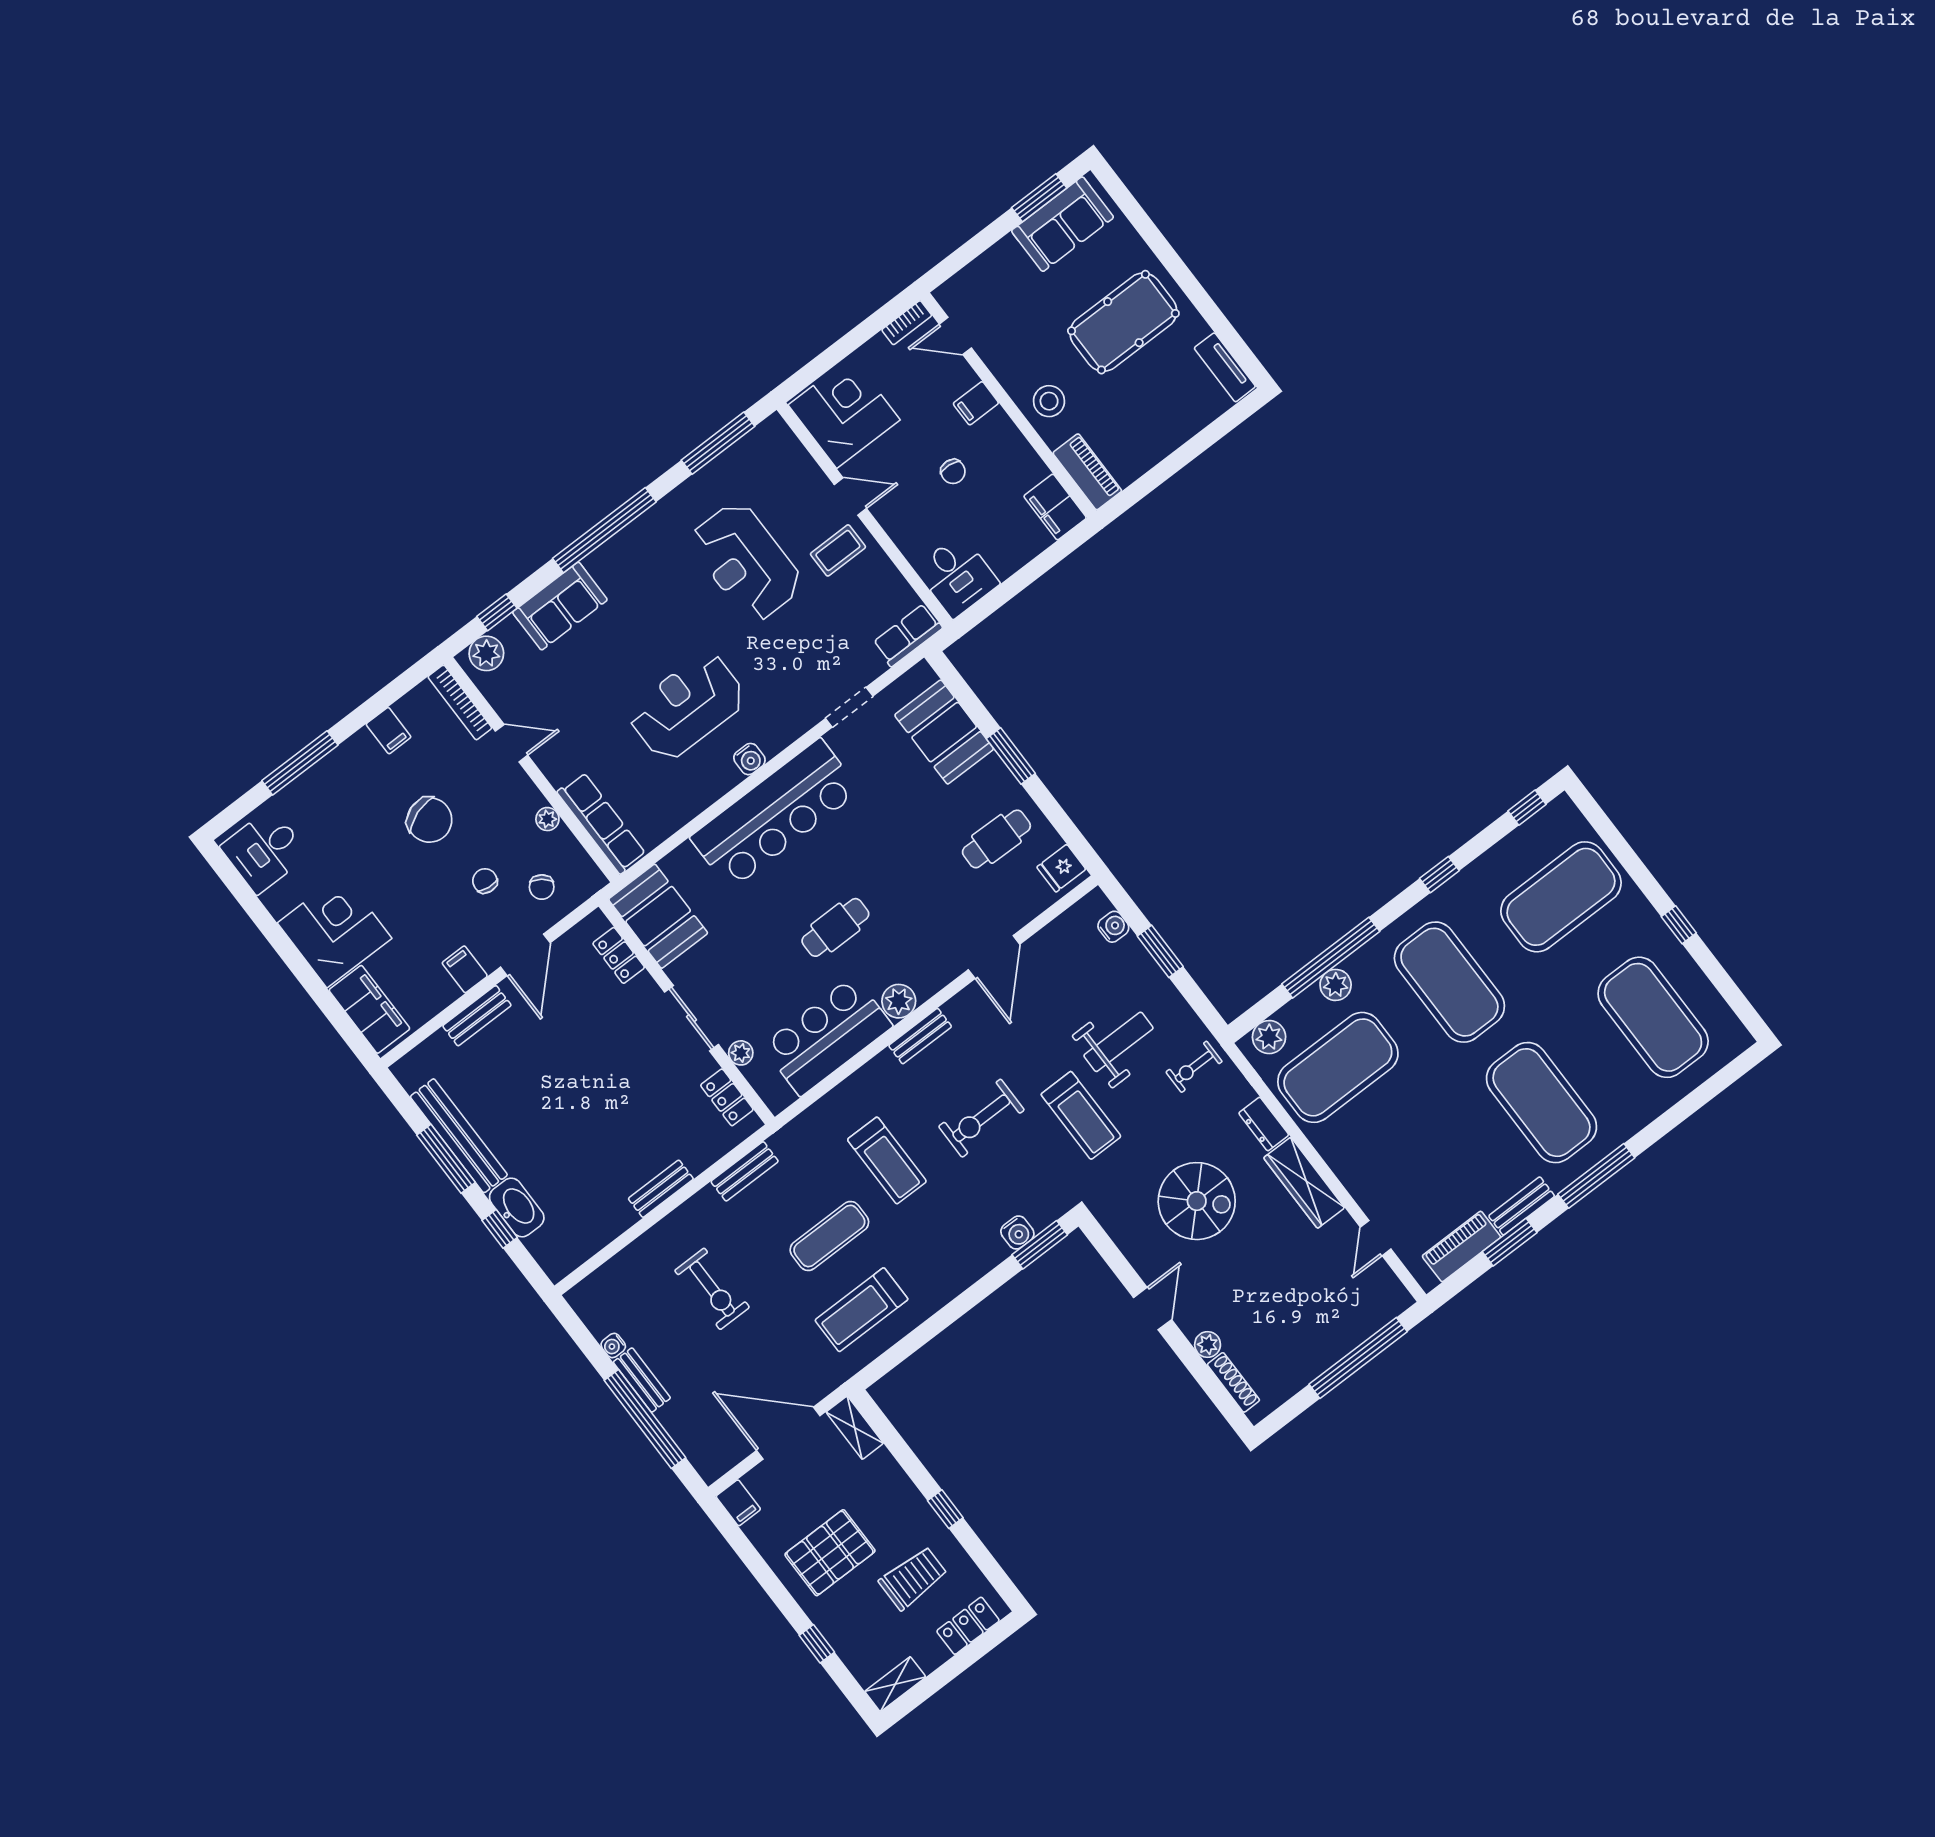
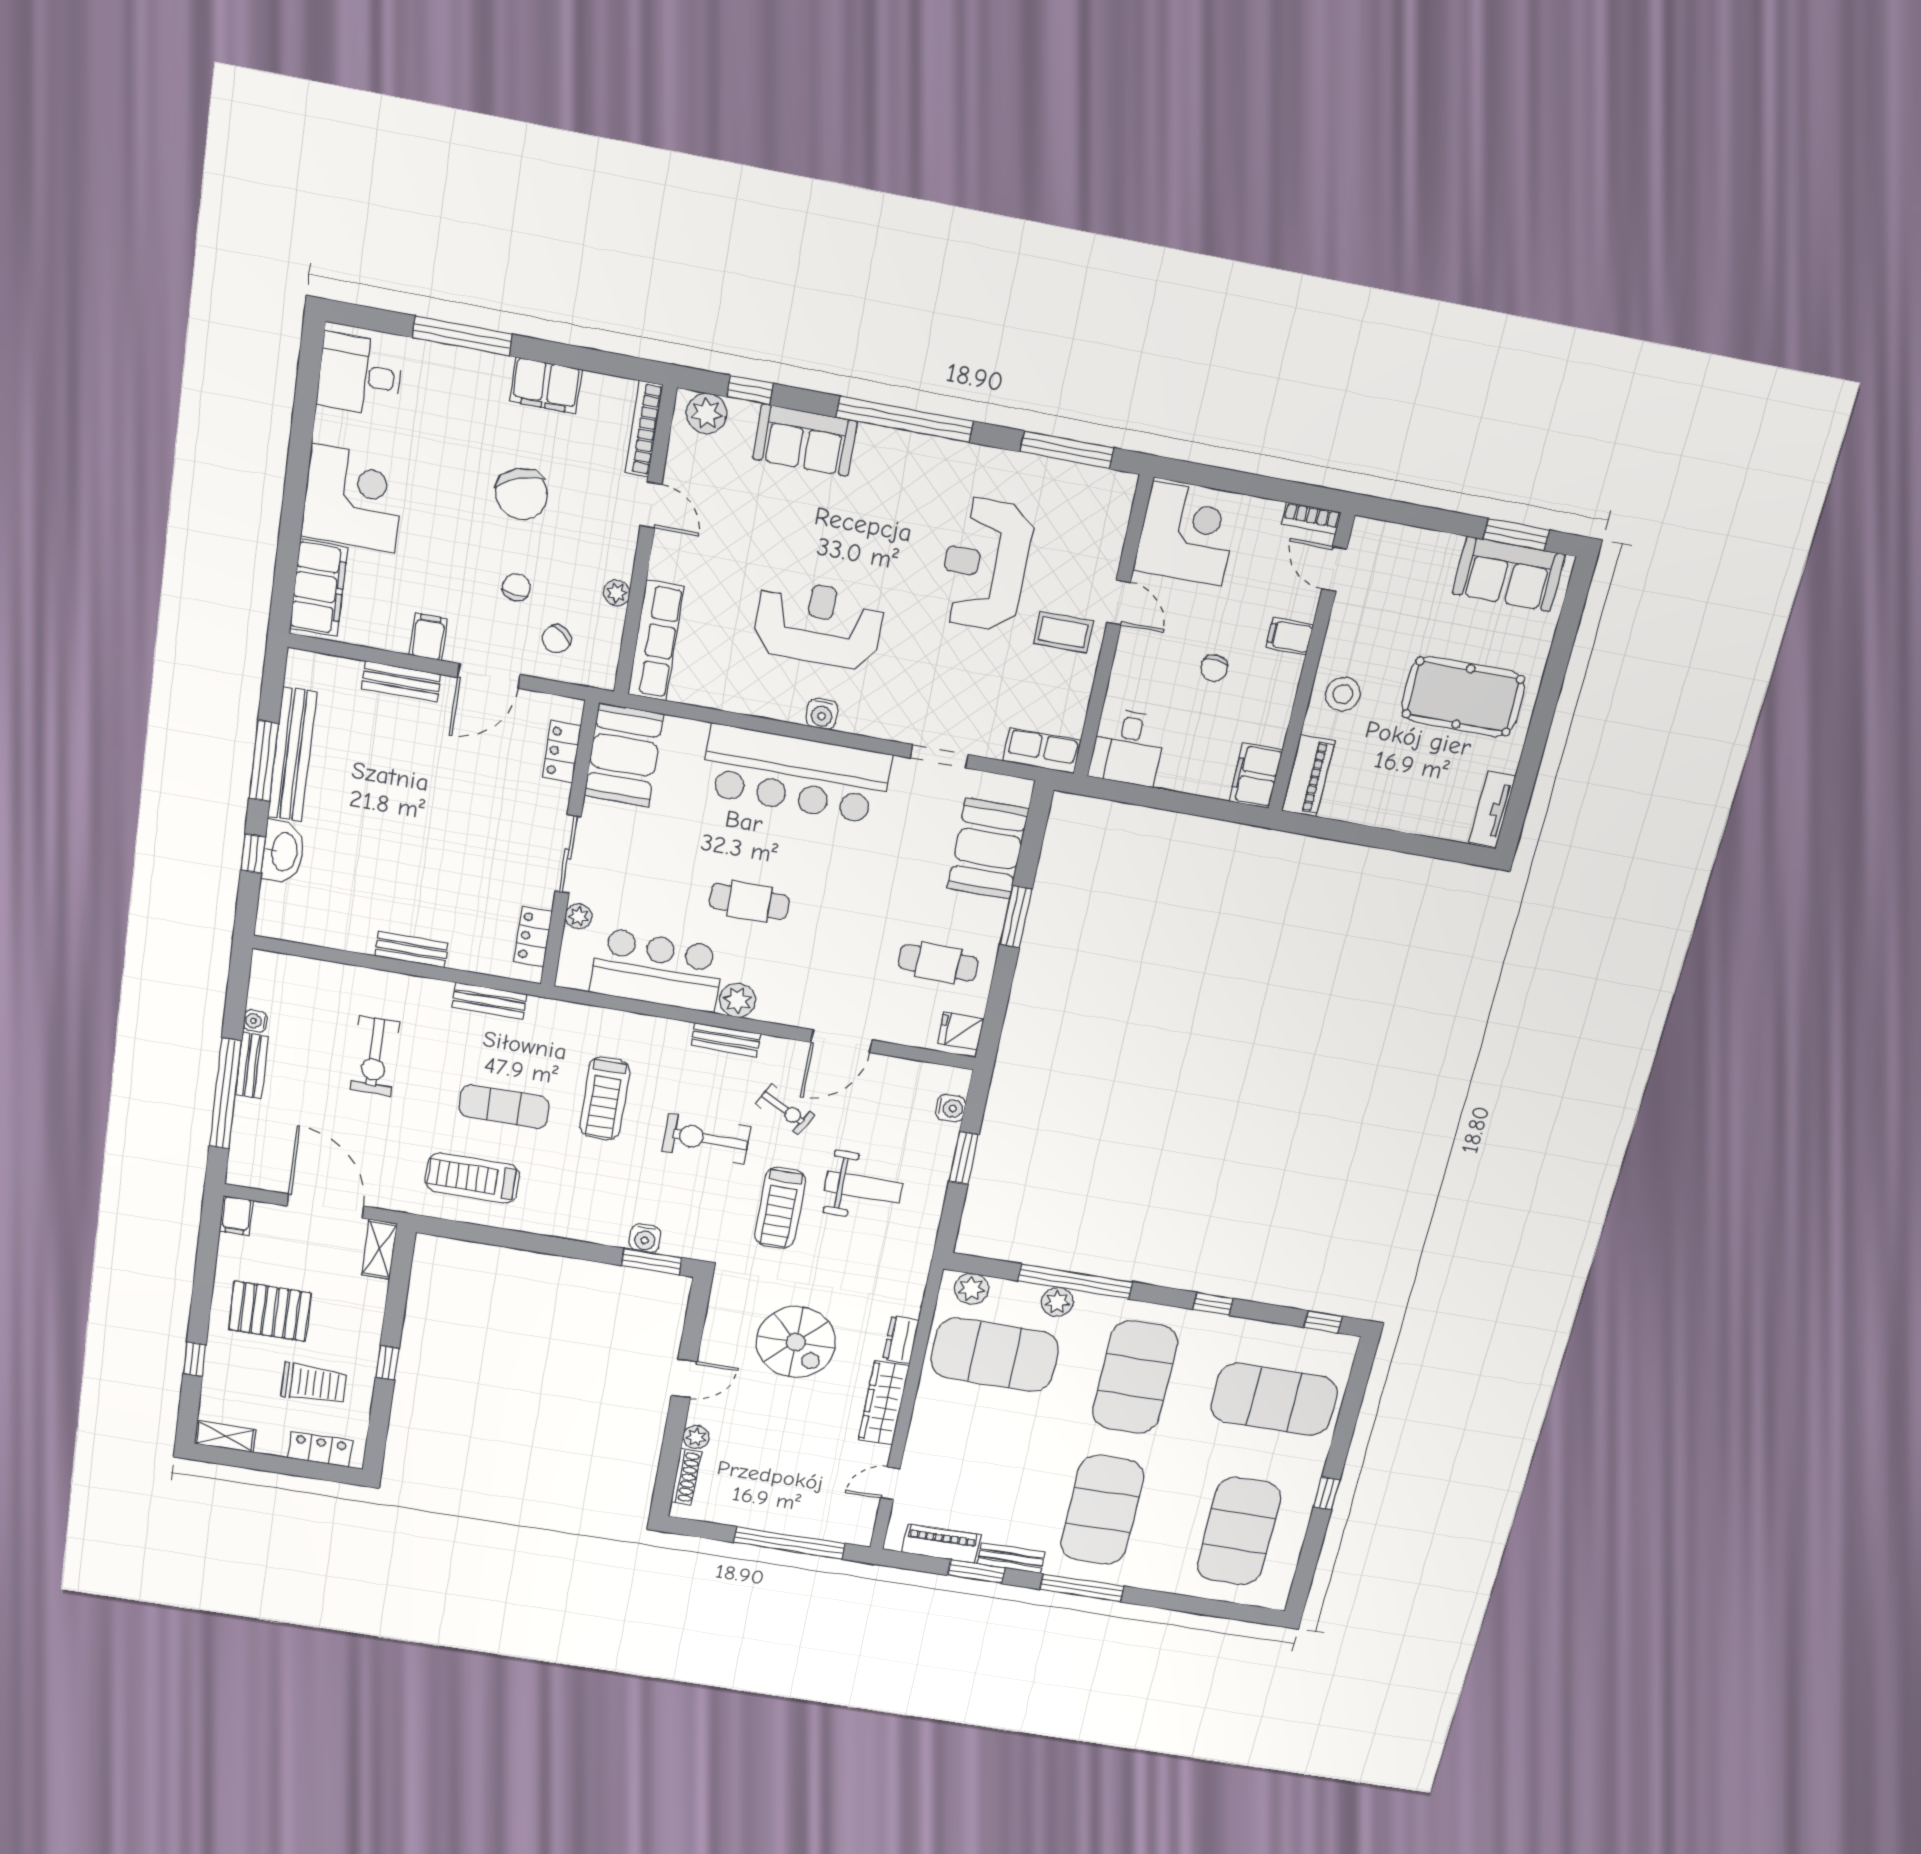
filing cabinet: (389, 731) -> (546, 385), width x2.00
exercise bike: (1194, 1067) -> (785, 1109), moved, turned -152

